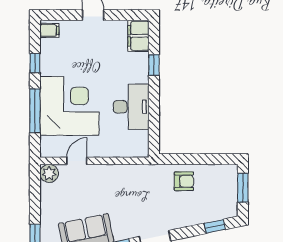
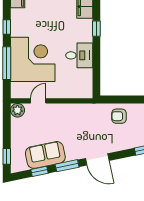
desk: (131, 107) -> (79, 55), width x0.73
armchair: (184, 181) -> (119, 116), turned 180

